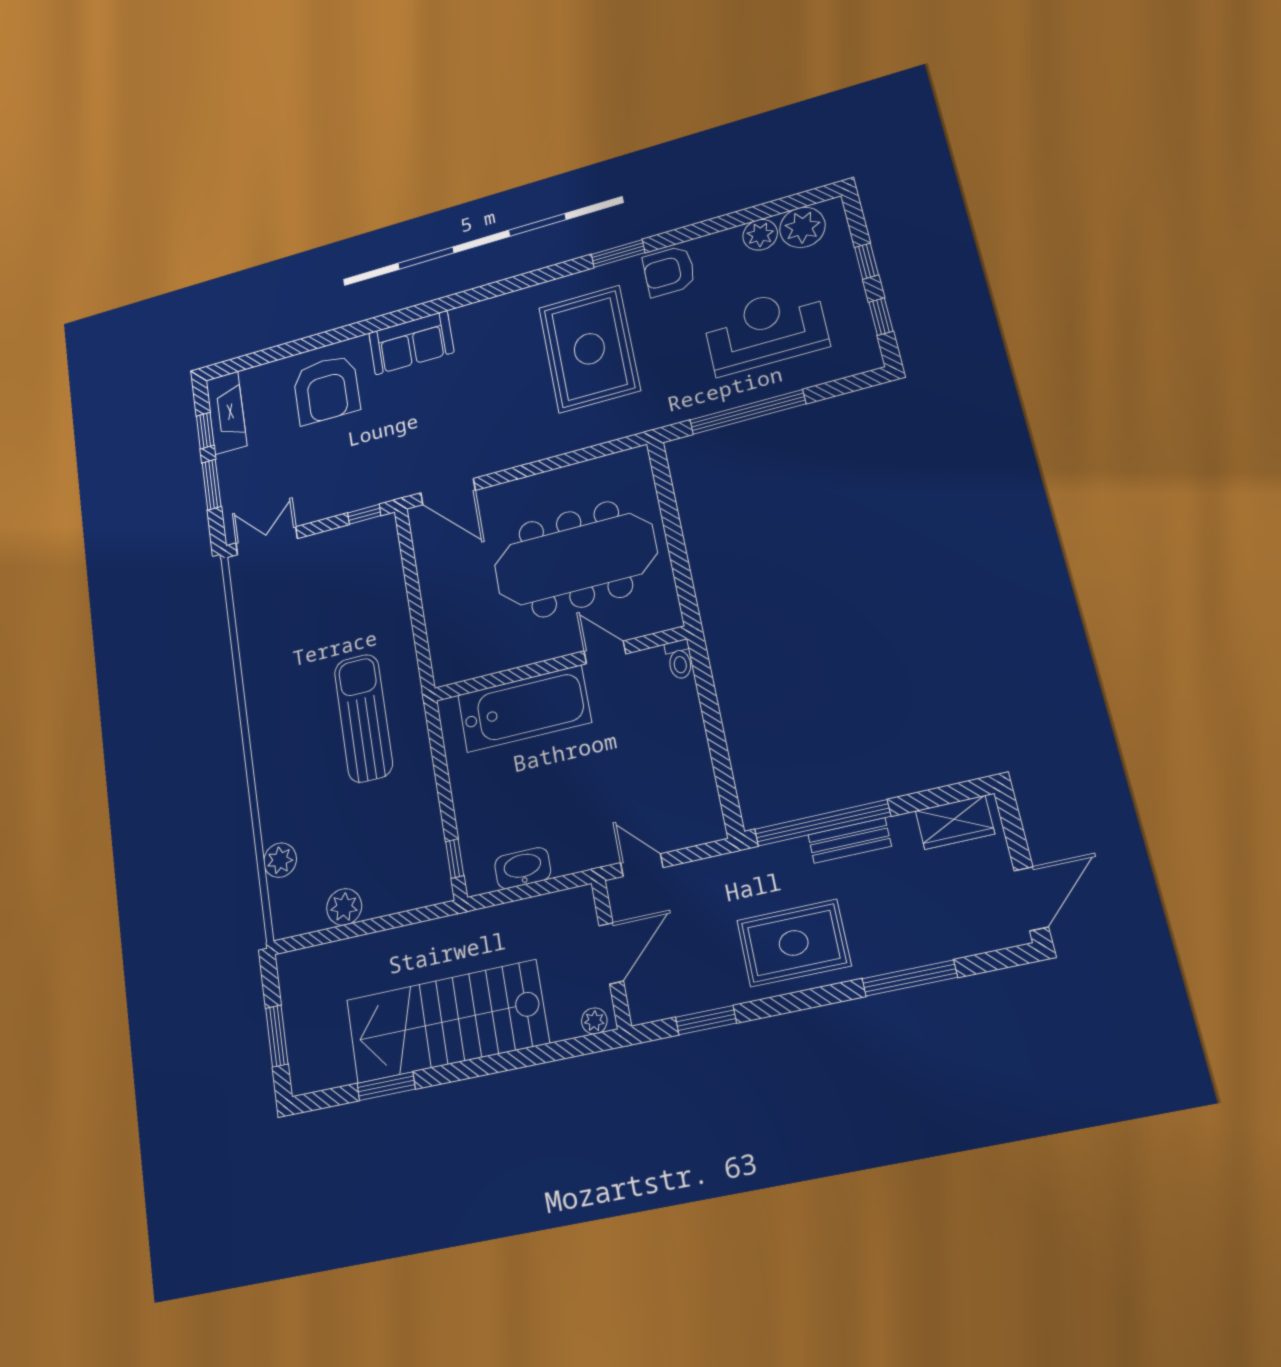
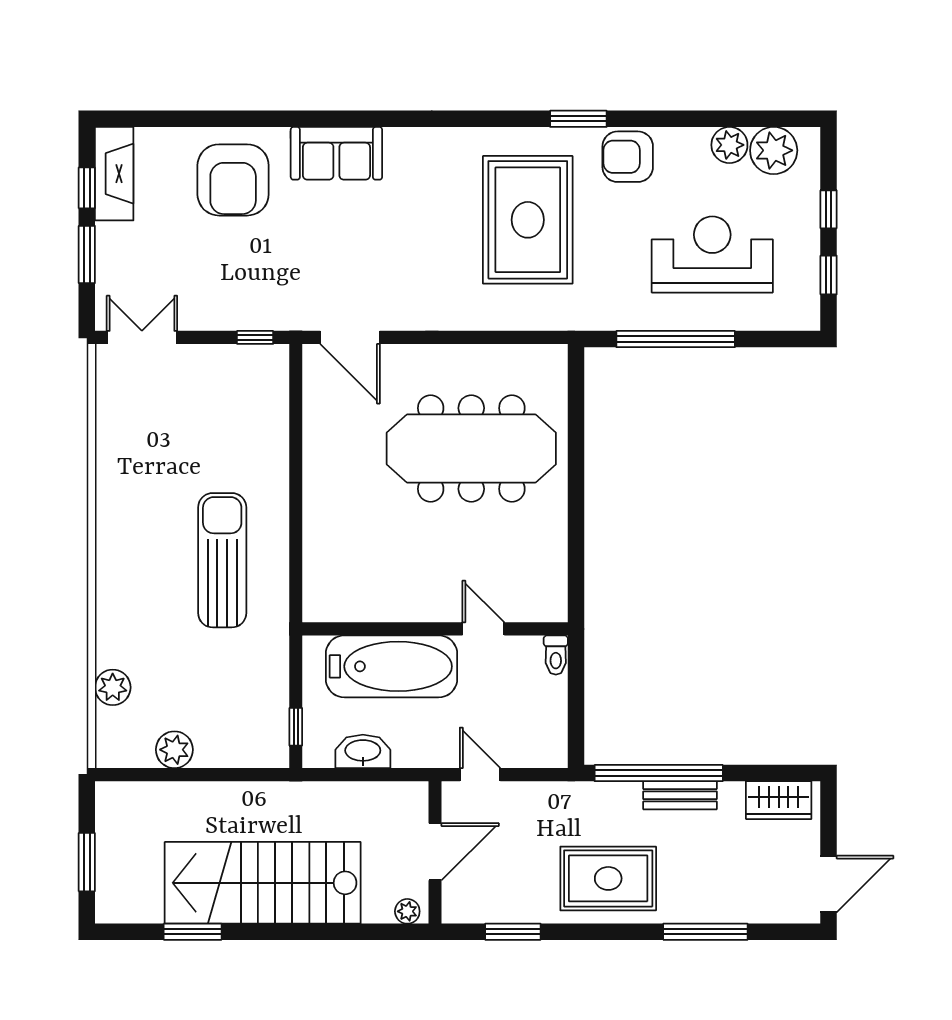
door: (605, 652) -> (483, 629), moved
toilet: (679, 660) -> (556, 655), moved
wall: (559, 664) -> (435, 629), moved
bathtub: (524, 709) -> (392, 666), moved

